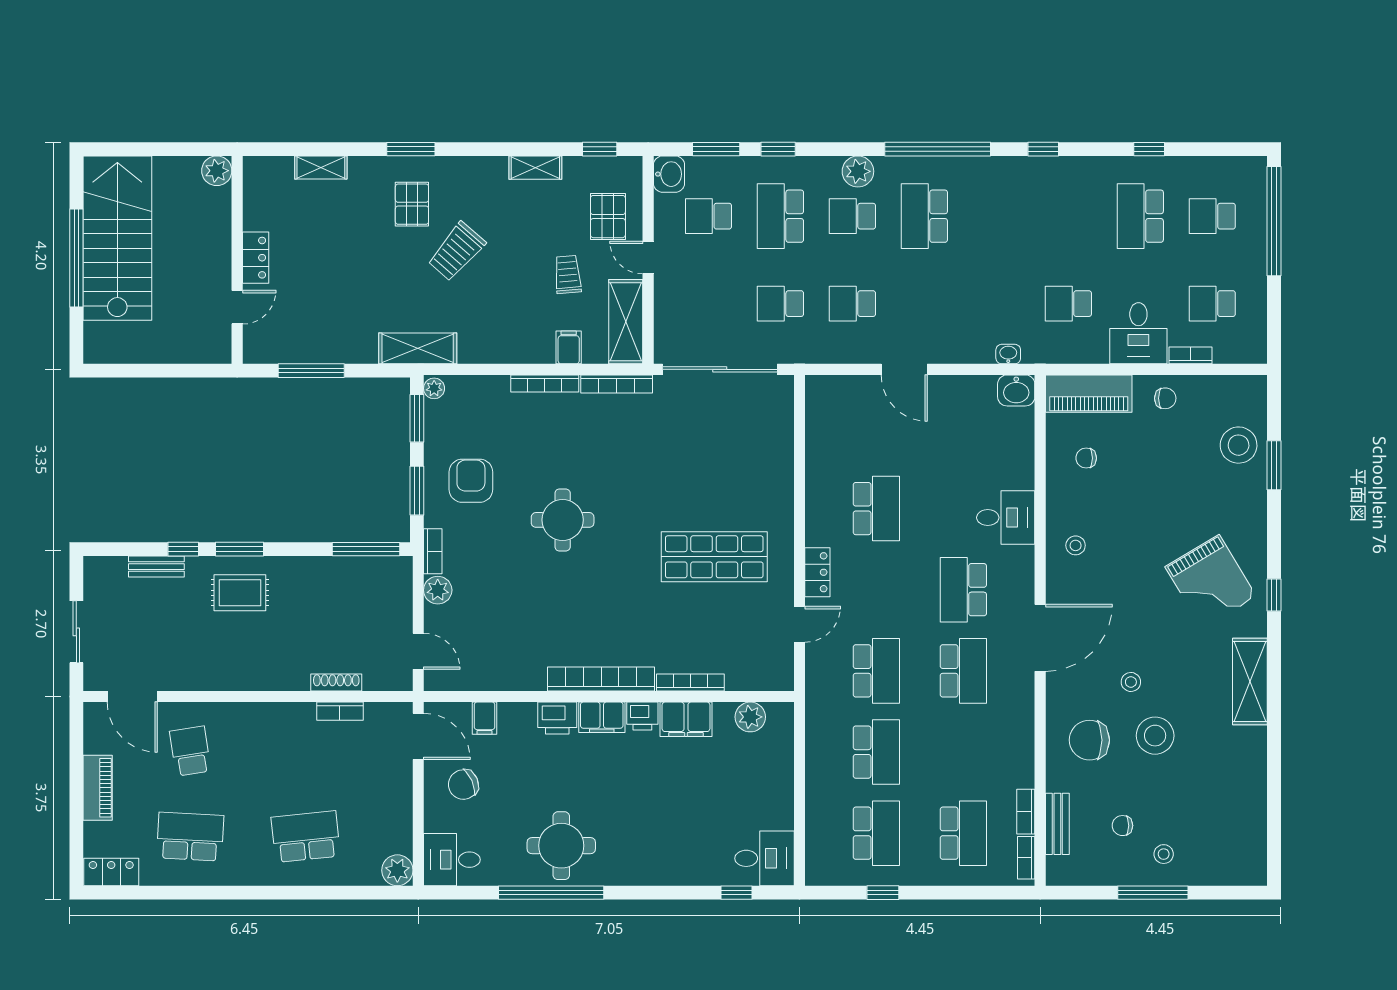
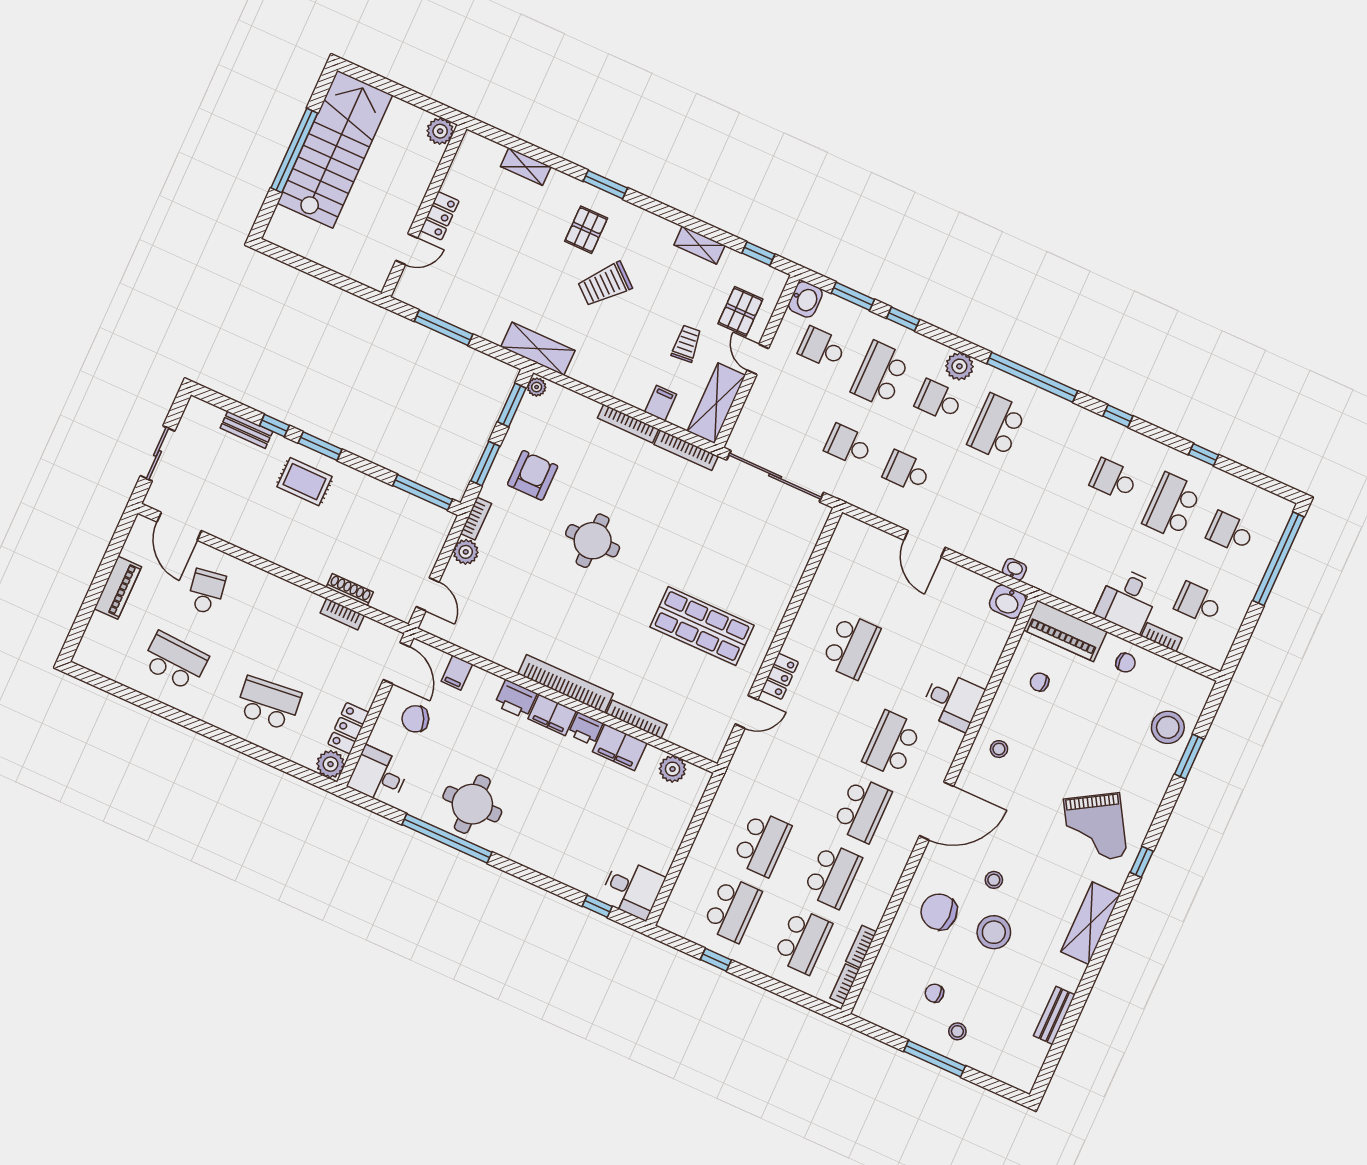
school desk: (1068, 304) -> (1114, 480), moved
school desk: (876, 671) -> (832, 875), moved
bench: (1057, 824) -> (1054, 1015), moved
locker: (111, 872) -> (348, 728), moved, turned -90

